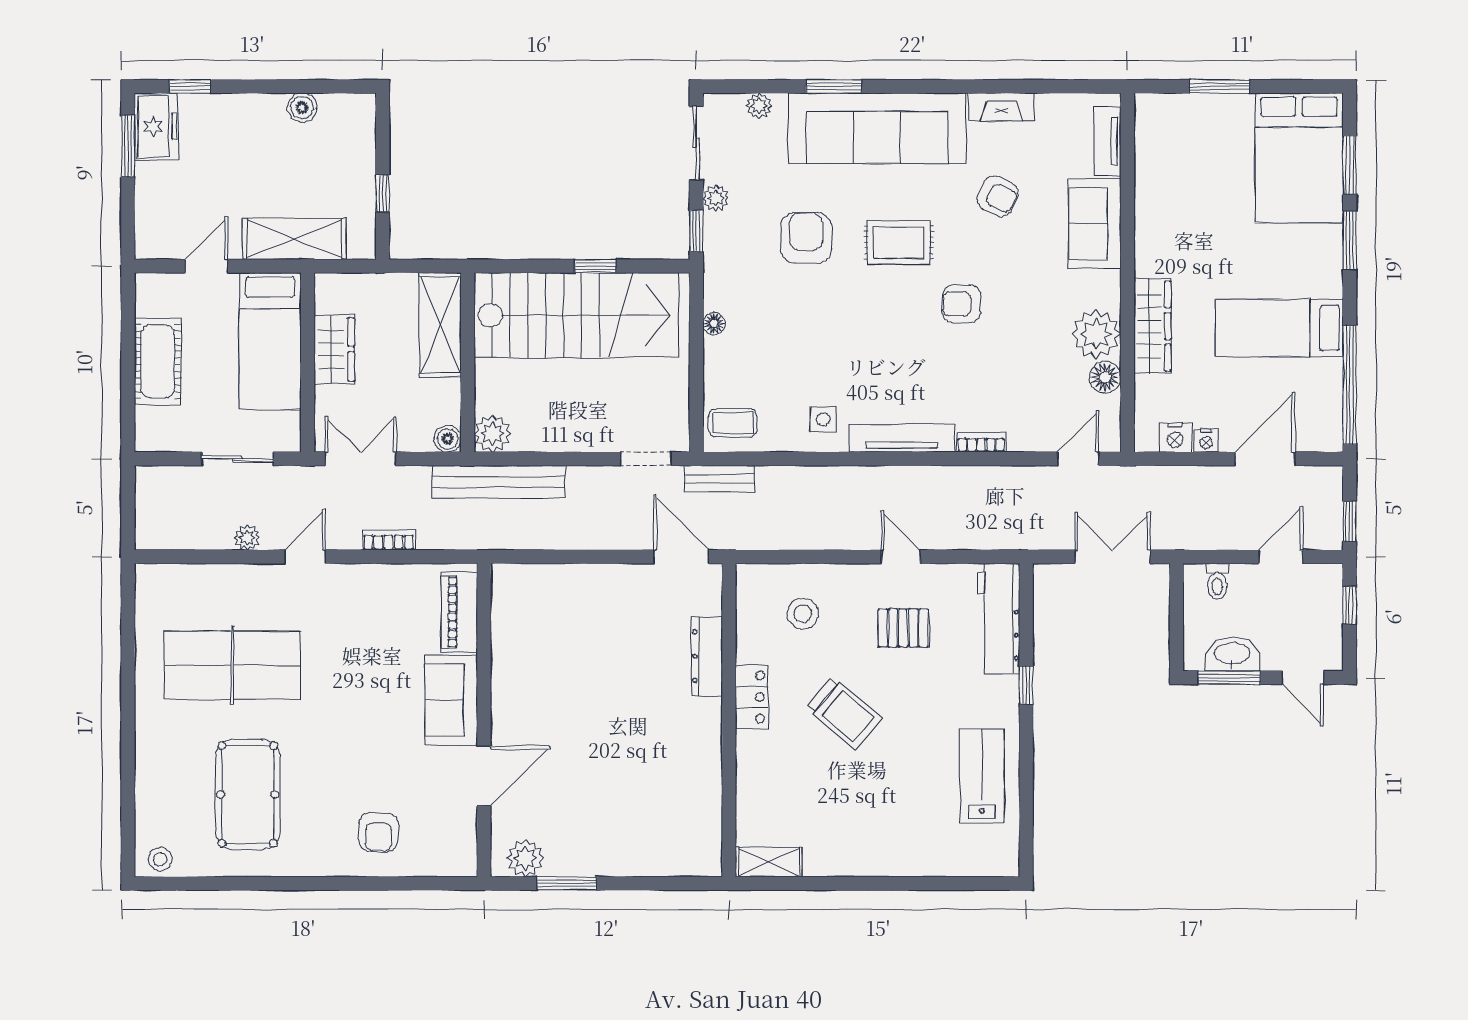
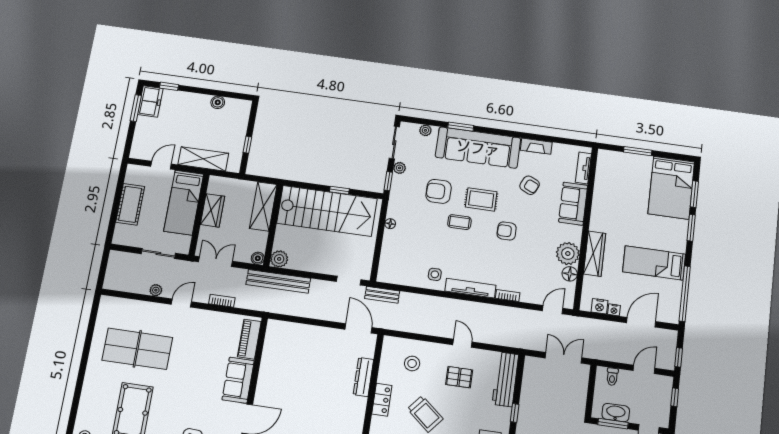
armchair: (806, 238) -> (439, 191), turned -90
coffee table: (733, 423) -> (459, 222), moved

